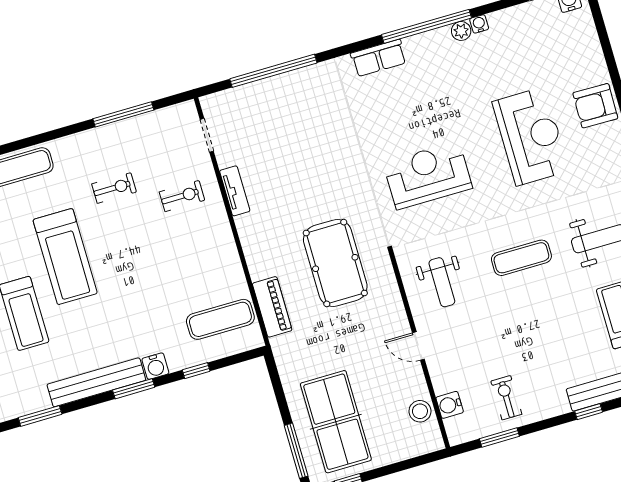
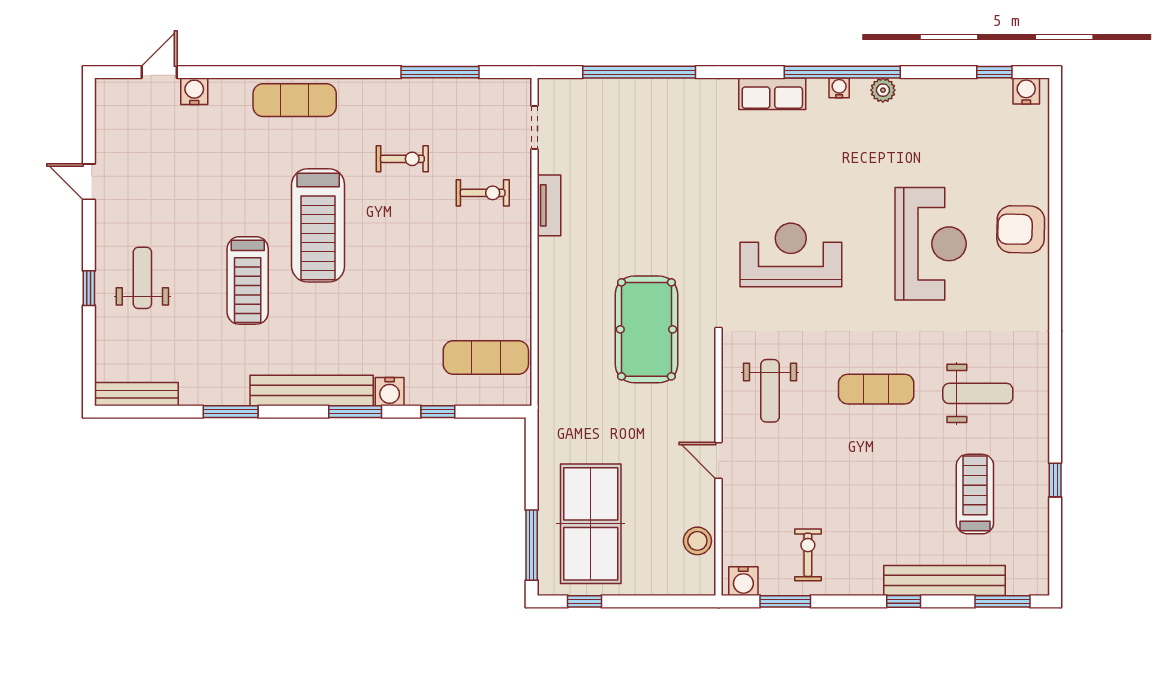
water cooler: (479, 24) -> (839, 88), moved
piano: (272, 307) -> (554, 361), removed
water cooler: (450, 405) -> (743, 581), moved, turned -90

